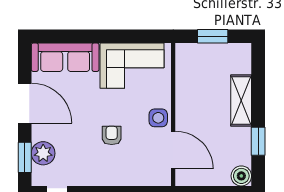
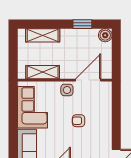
window: (213, 36) -> (13, 54), removed
shelving: (185, 81) -> (43, 72), added
shelving: (241, 100) -> (43, 35), moved

